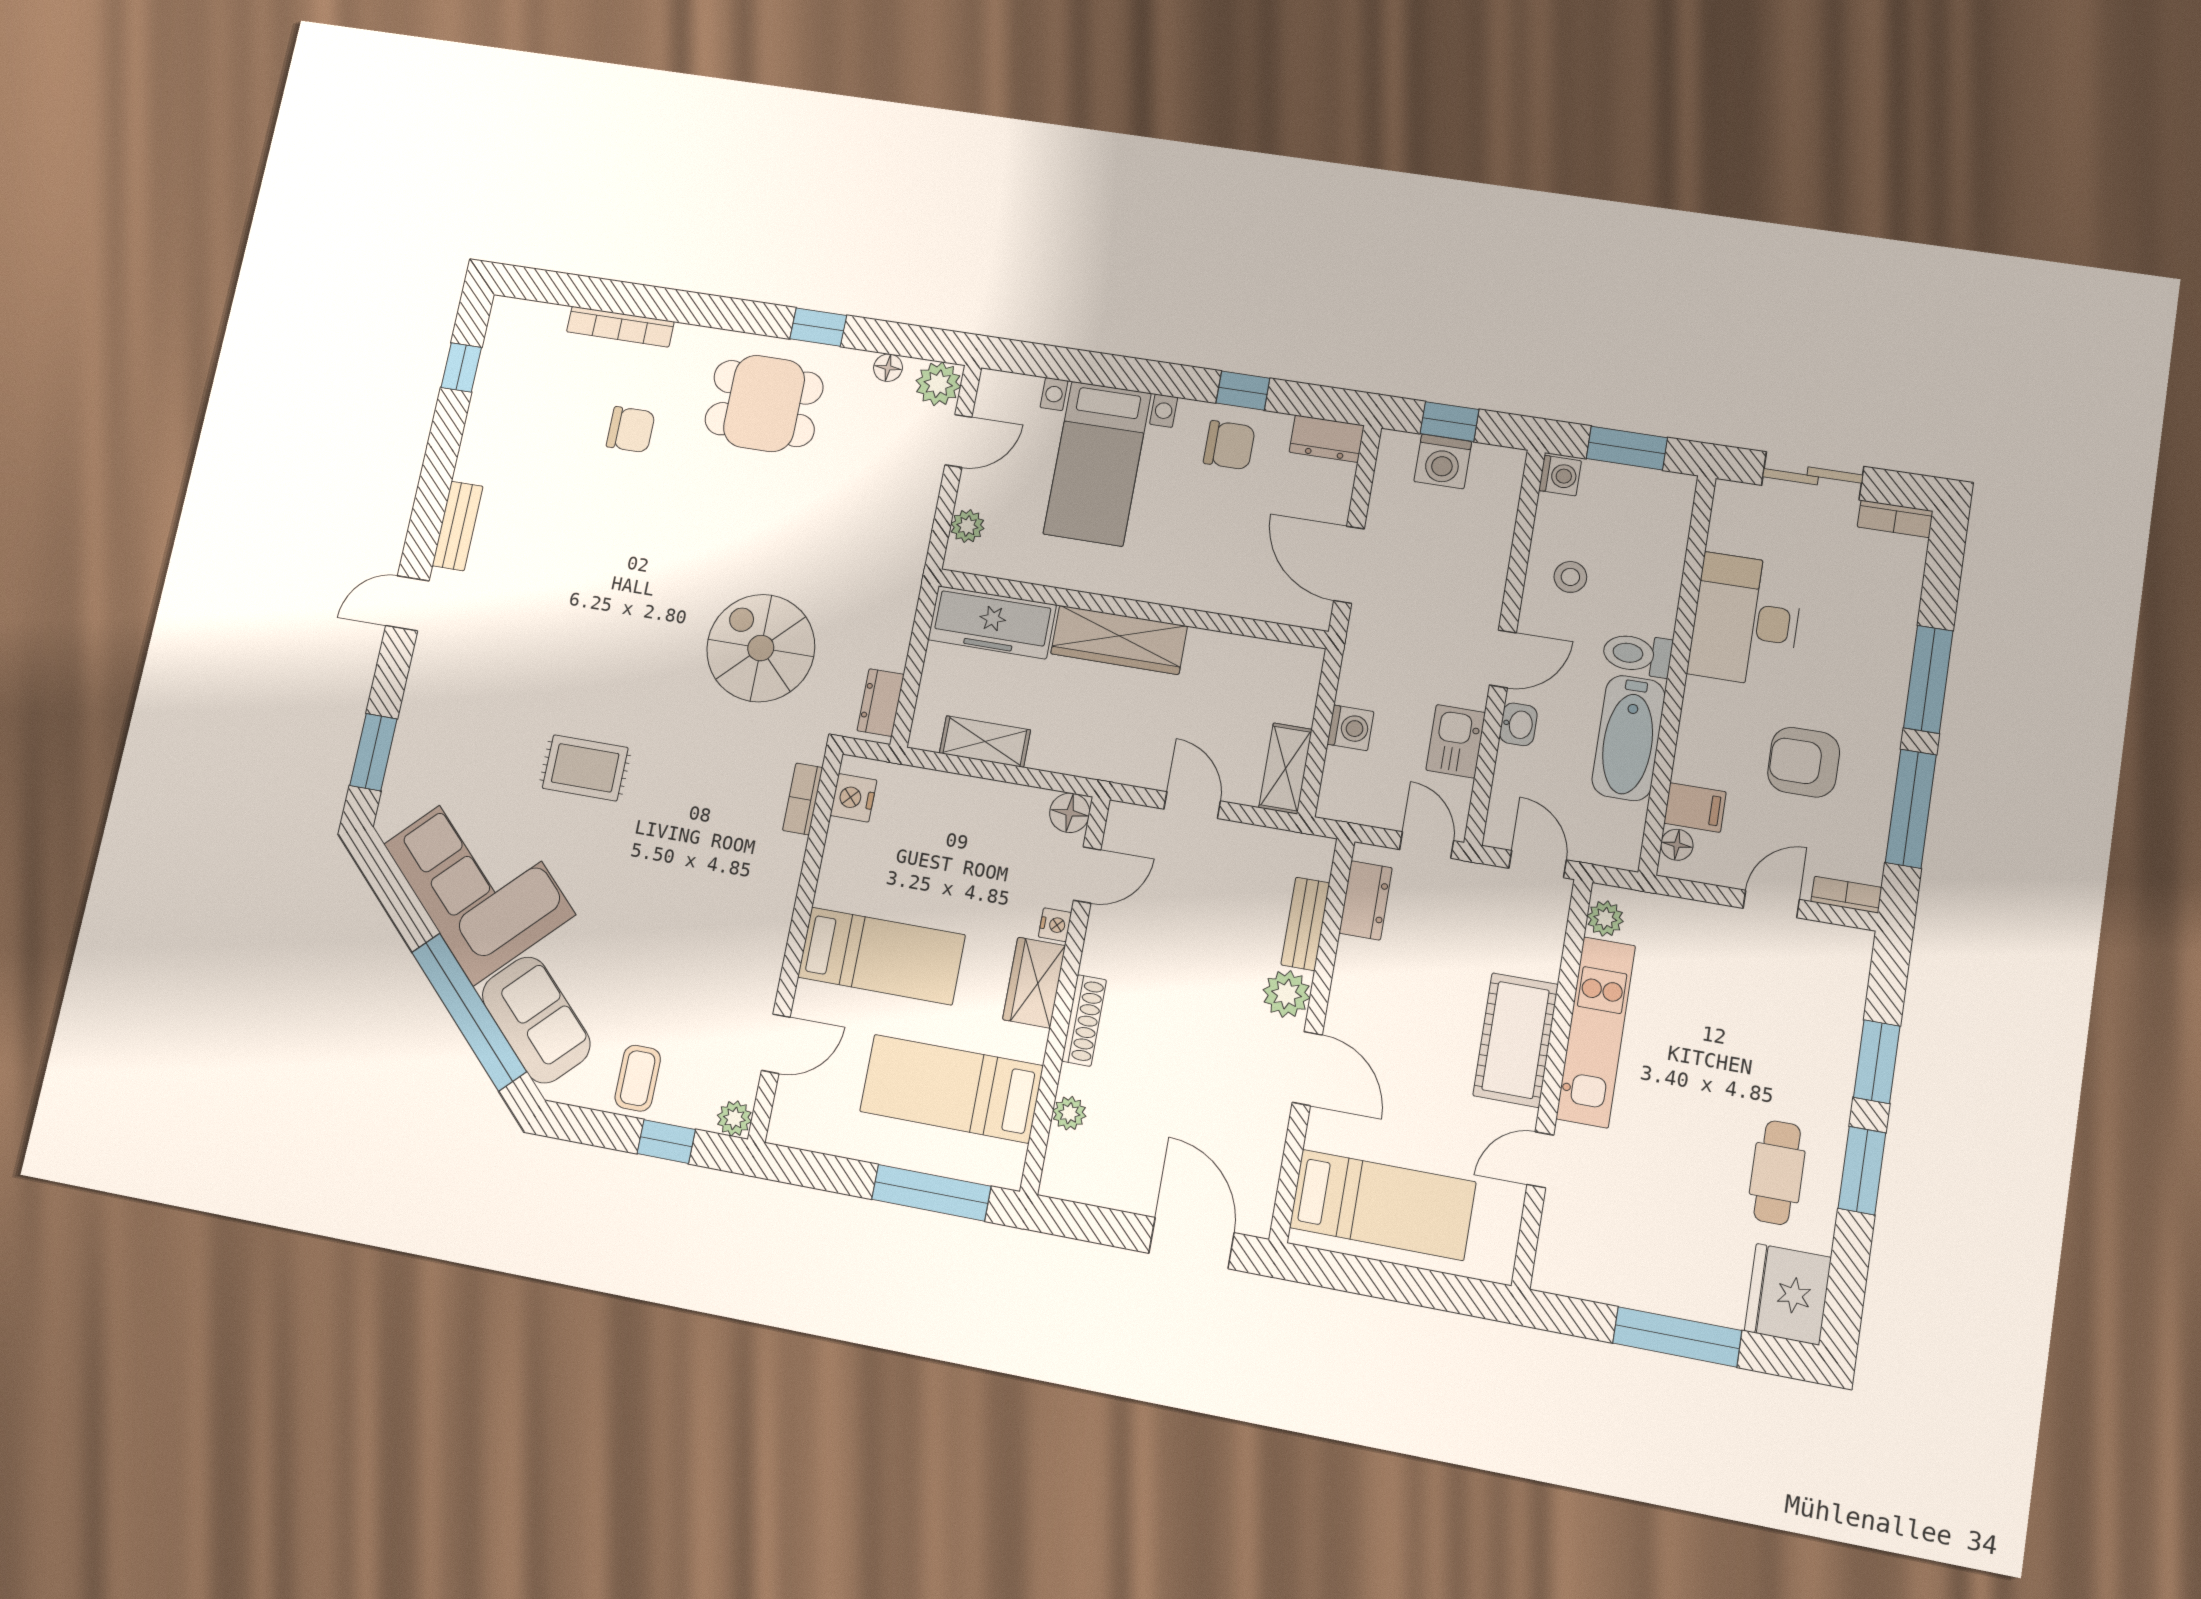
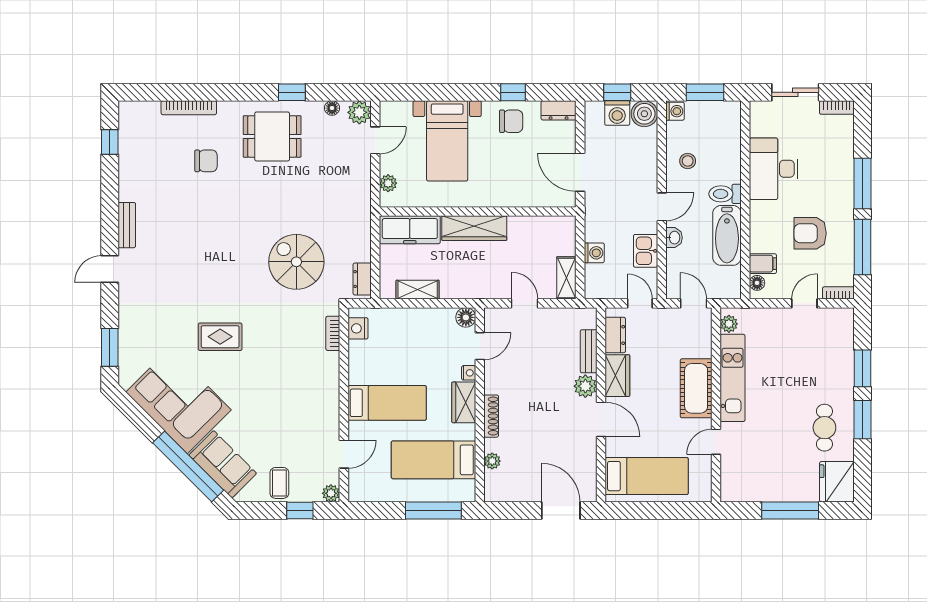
boiler: (1497, 471) -> (644, 114), added
wardrobe: (1356, 984) -> (617, 376), added

